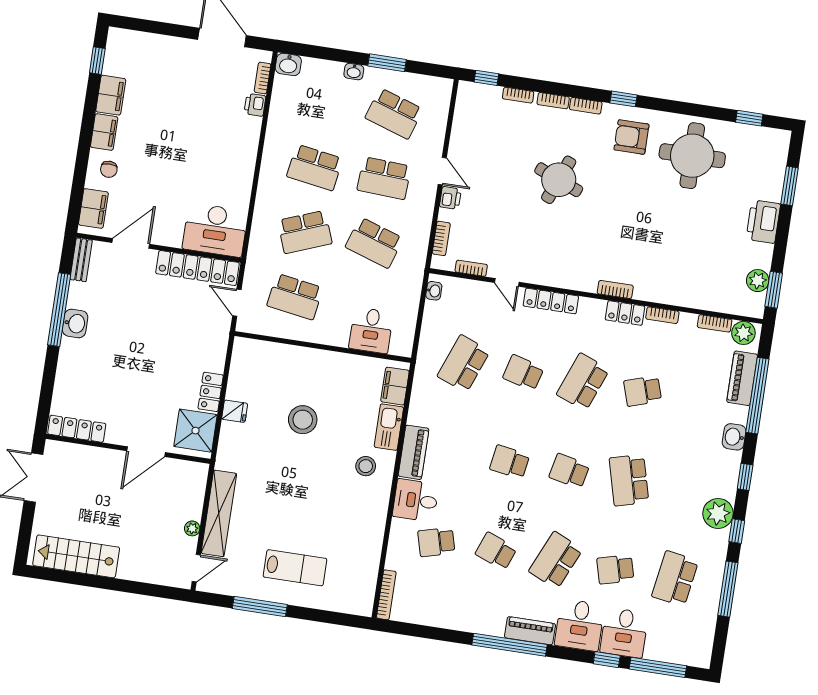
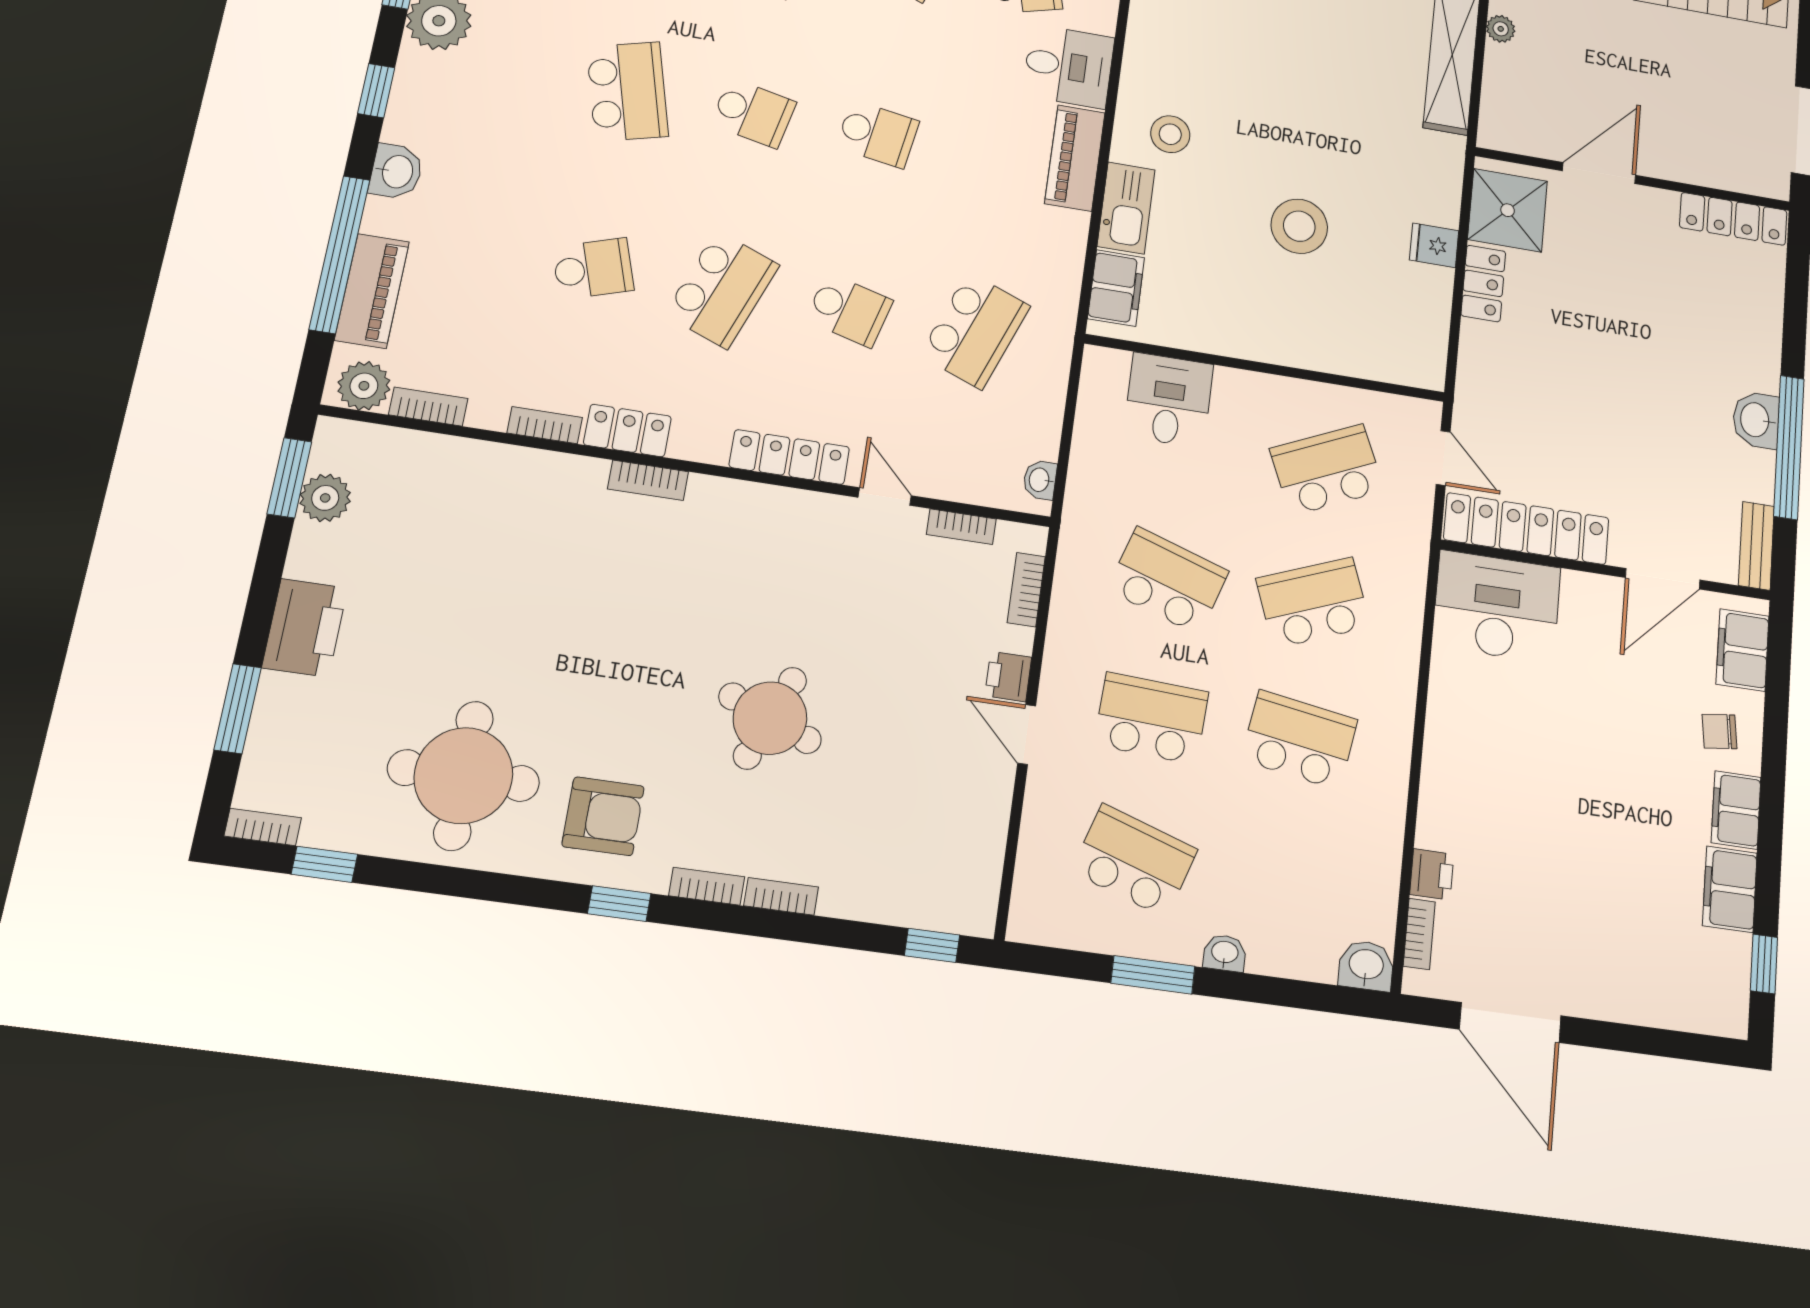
bookcase: (518, 95) -> (263, 827), moved
chair: (109, 169) -> (1719, 732), turned -97
school desk: (295, 297) -> (1327, 470), turned -33

